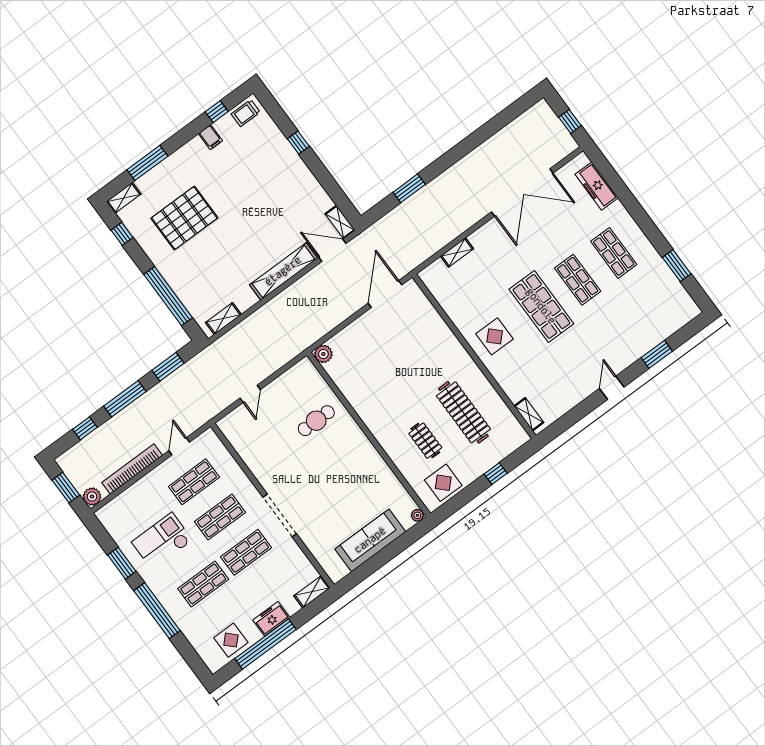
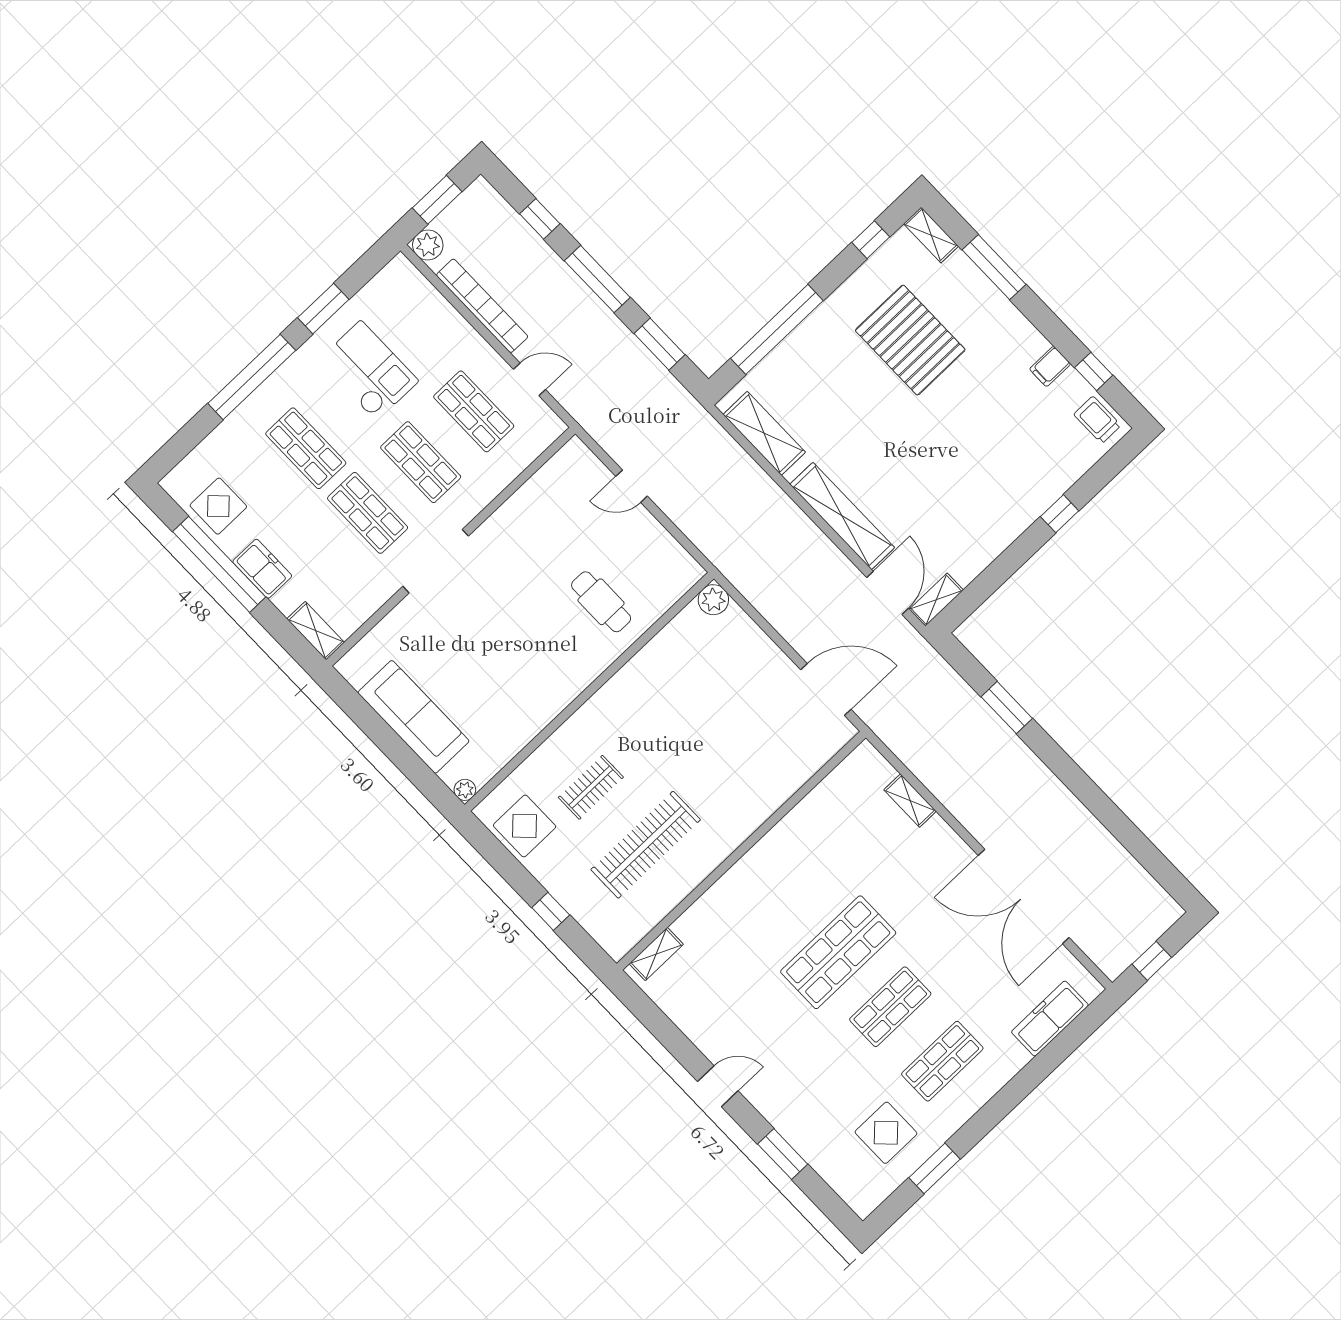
shelving: (223, 318) -> (764, 433), width x1.50, depth x1.33
display table: (495, 336) -> (886, 1133), moved

